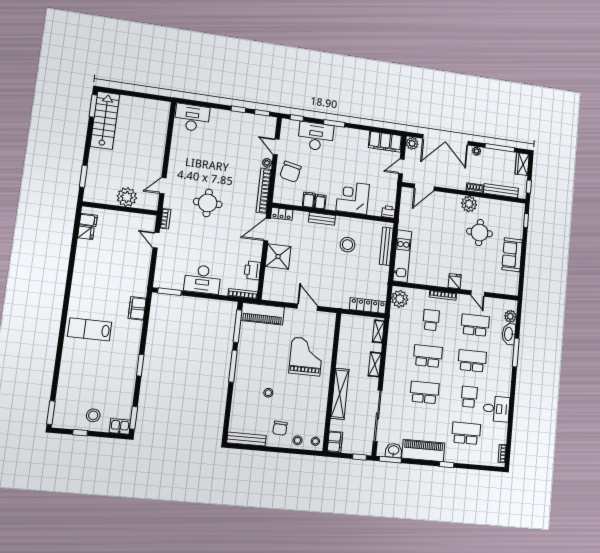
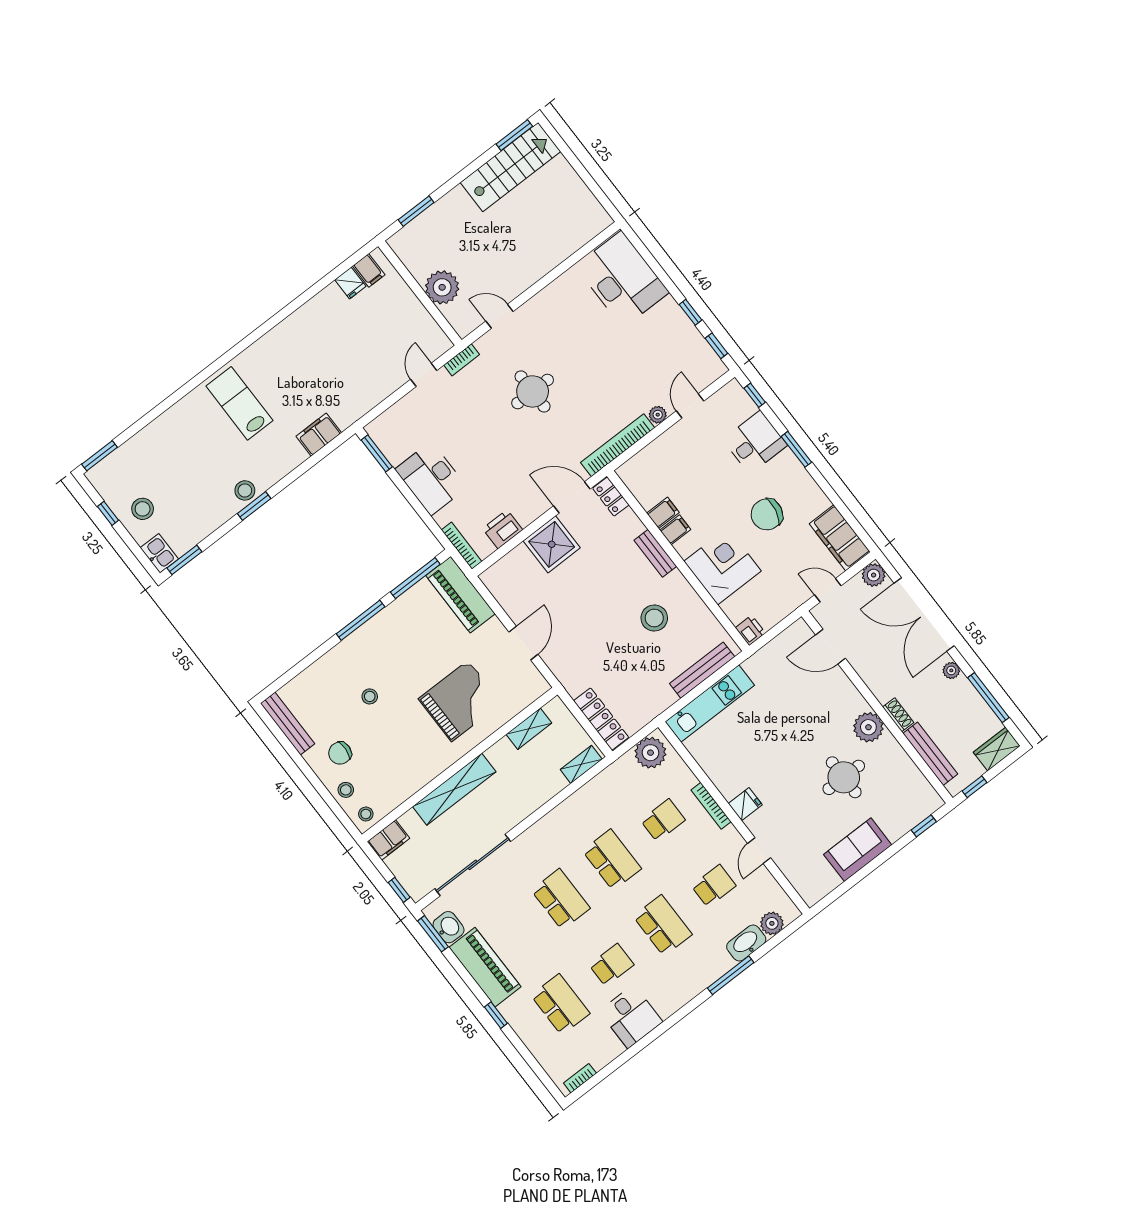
desk: (192, 118) -> (622, 279), width x1.36, depth x1.30
desk: (316, 136) -> (755, 442), width x0.73
chair: (291, 172) -> (767, 514), moved
school desk: (475, 325) -> (714, 886), width x0.54
stool: (130, 363) -> (245, 490), added
shelving: (375, 364) -> (529, 729), moved

